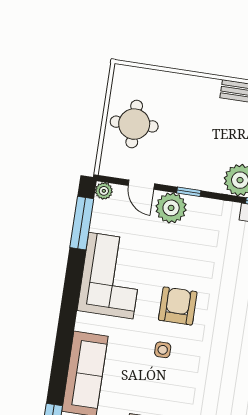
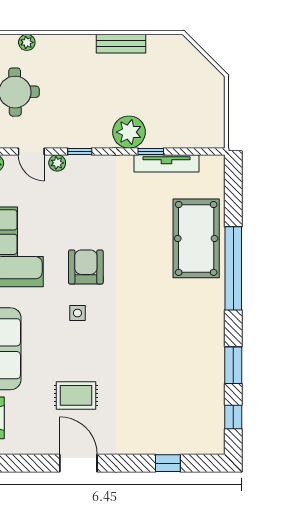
plant: (153, 77) -> (27, 42), added
plant: (171, 208) -> (57, 163), width x0.53, depth x0.53

